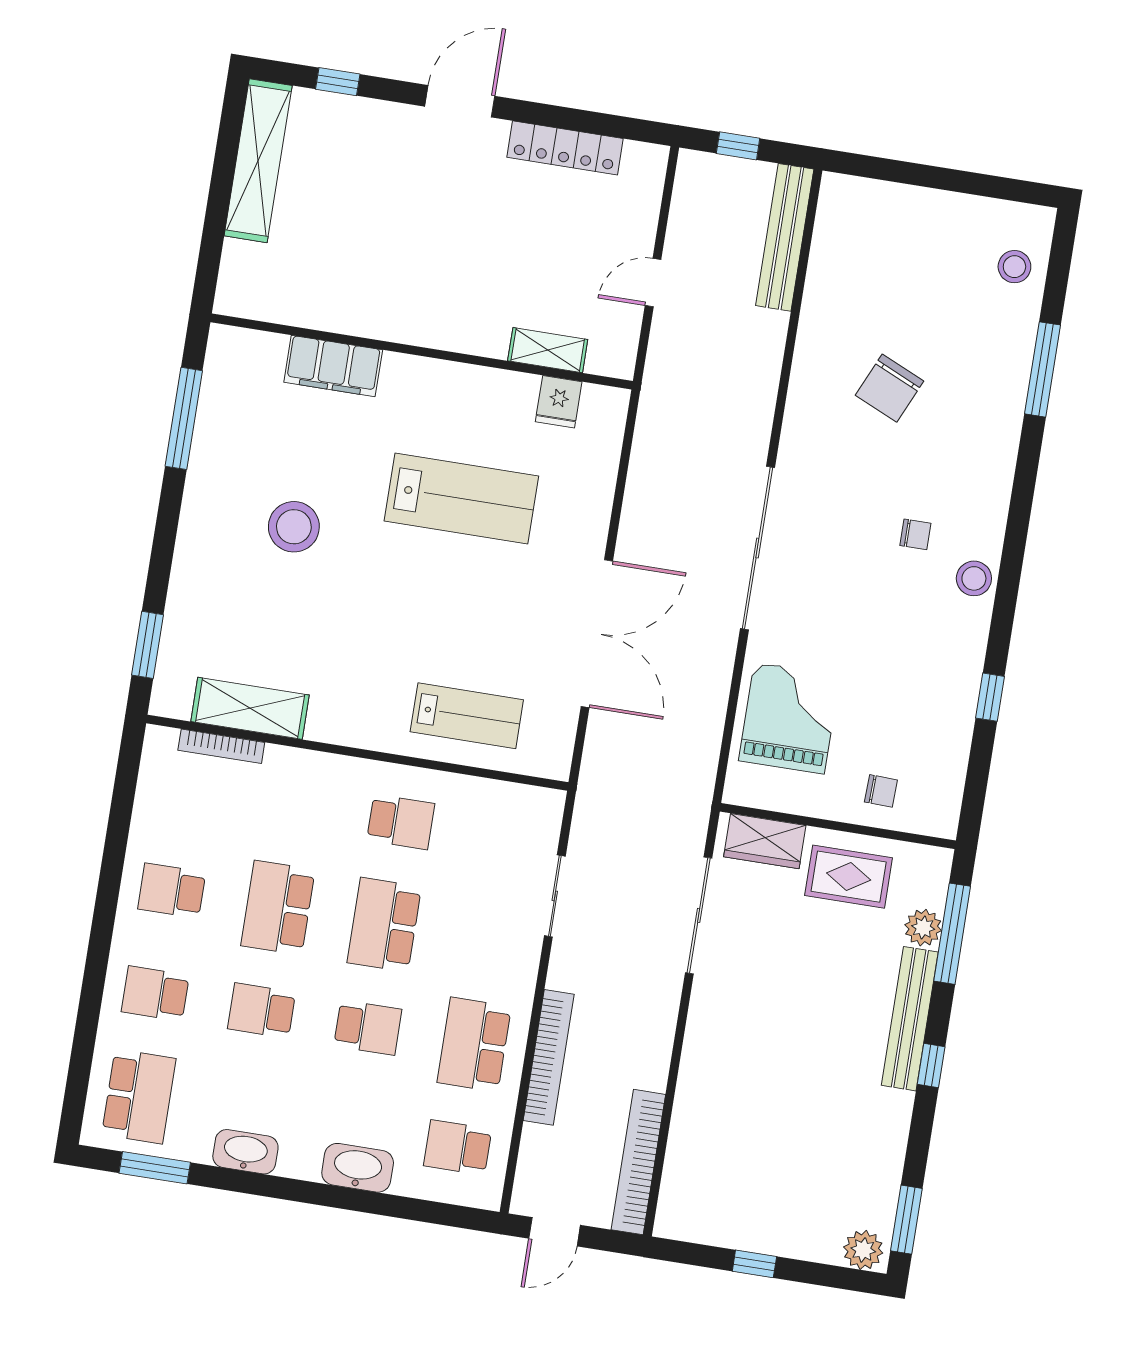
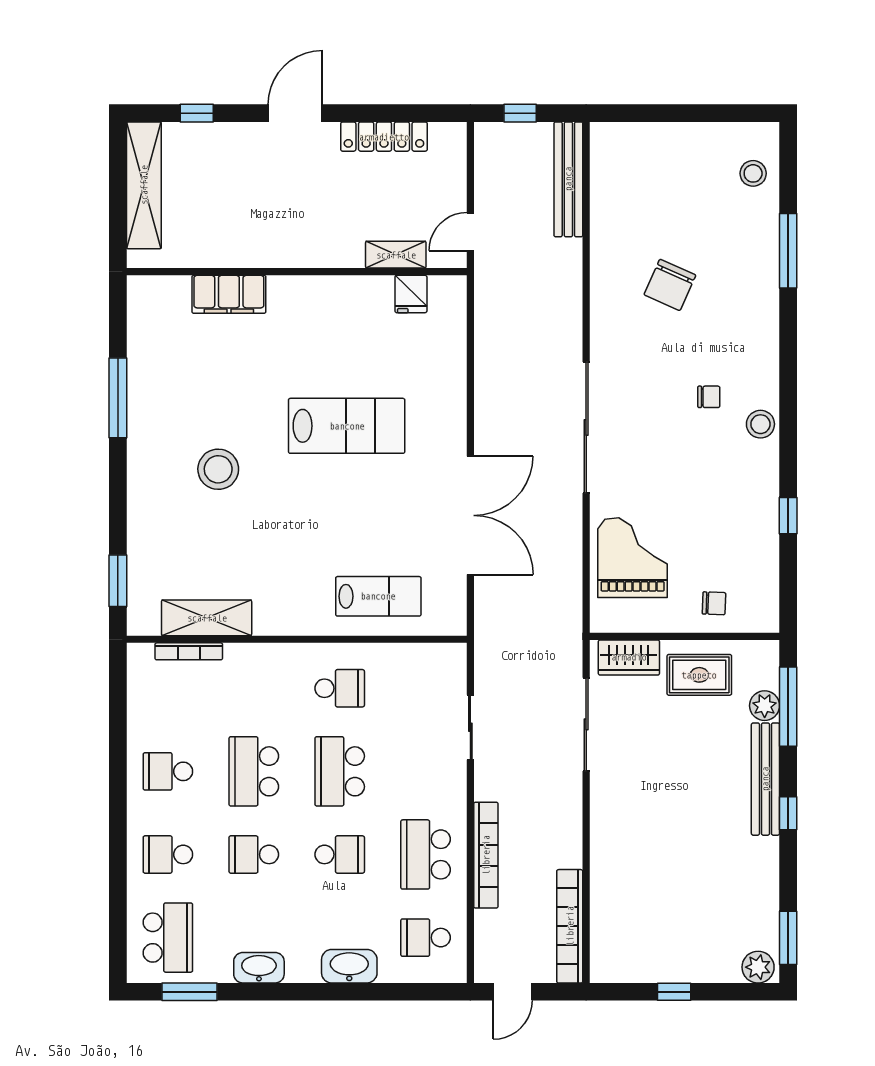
shelving: (548, 350) -> (396, 255), moved
wall: (422, 352) -> (297, 272), moved
filing cabinet: (333, 366) -> (229, 294), moved
fridge: (559, 402) -> (411, 294), moved

